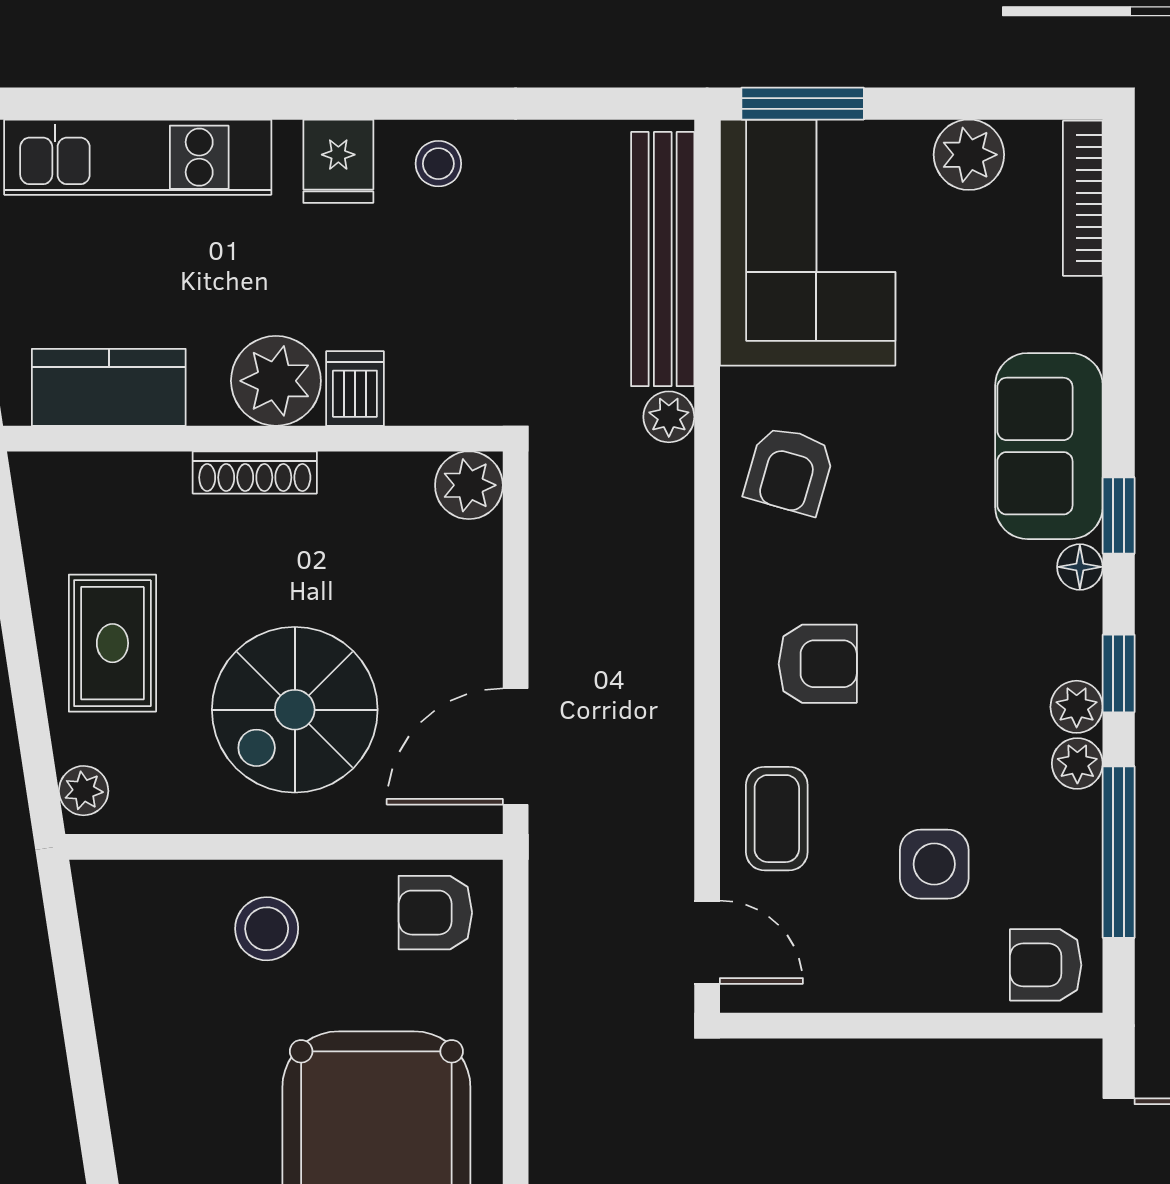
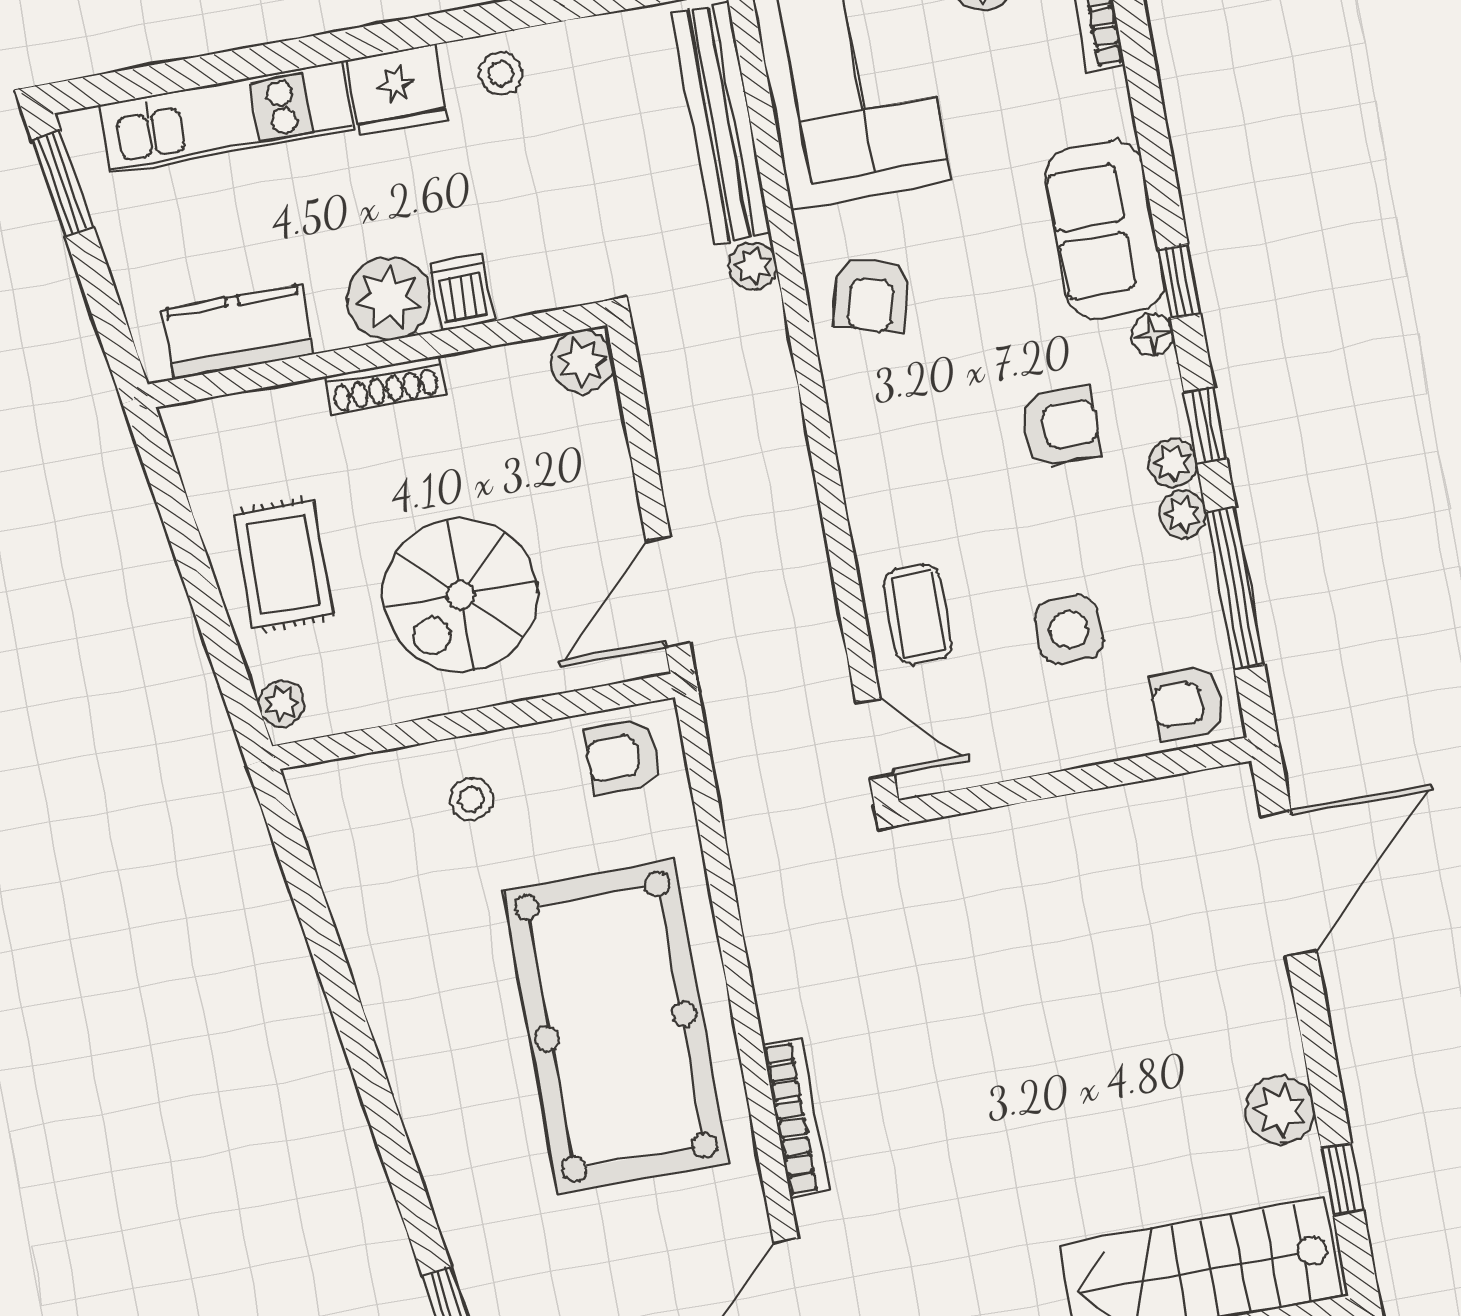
fridge: (338, 161) -> (397, 90), width x1.38
armchair: (818, 664) -> (1060, 426), moved
stool: (267, 929) -> (471, 799), width x0.73, depth x0.73

